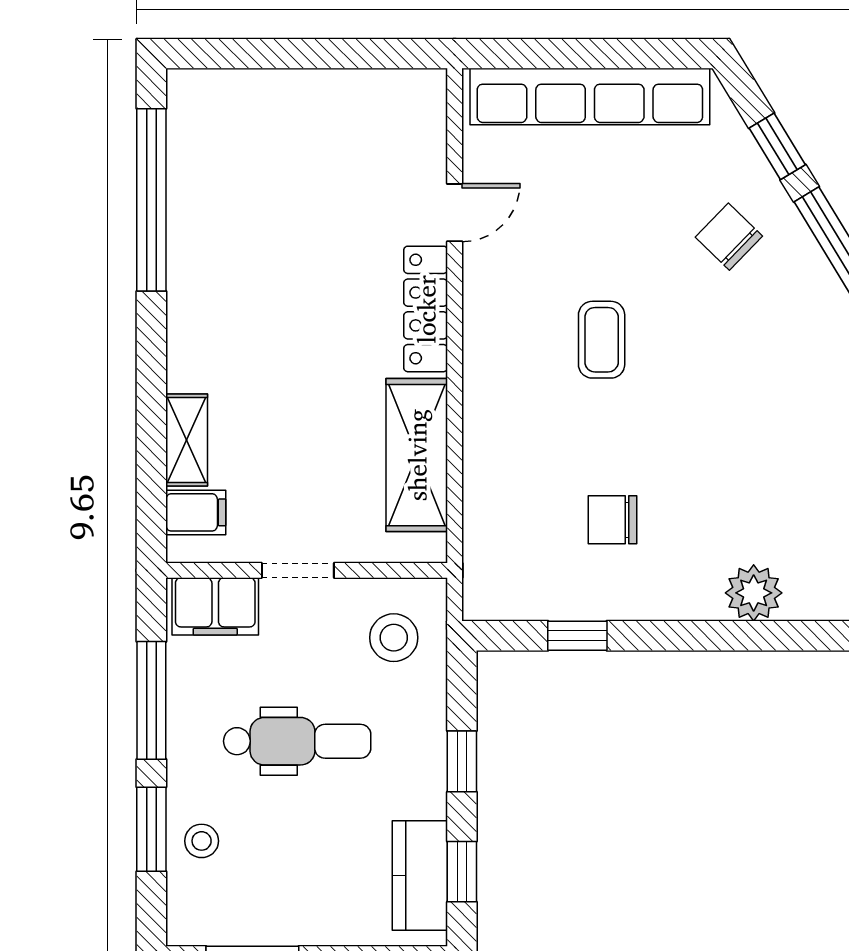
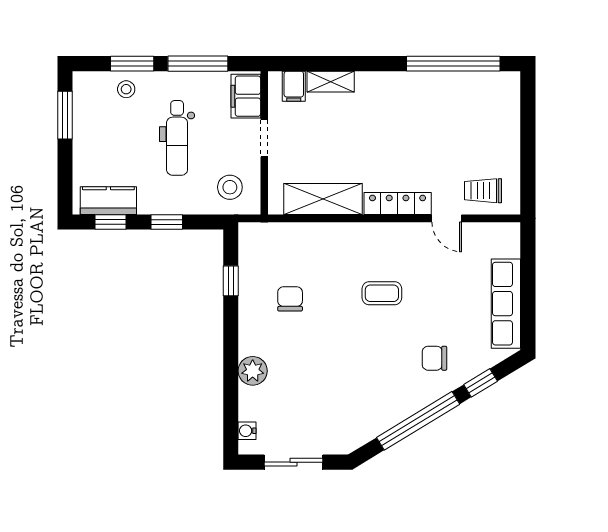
row of seats: (590, 97) -> (506, 304), width x0.73
trolley: (401, 141) -> (483, 191), added
chair: (729, 237) -> (434, 358), turned -134

